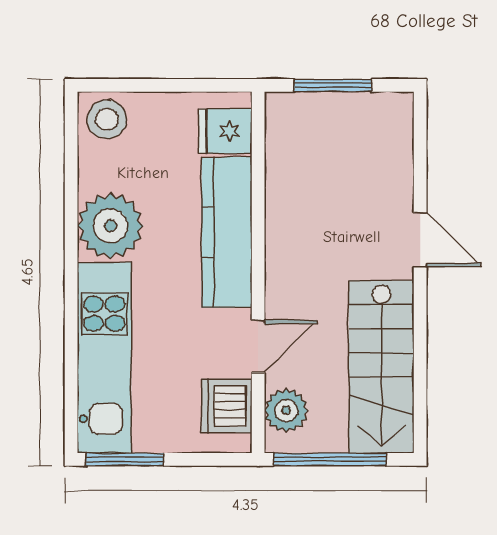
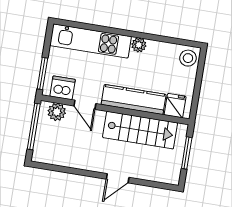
plant: (110, 226) -> (139, 45), width x0.53, depth x0.53
stairs: (381, 367) -> (140, 130), moved, turned 180
window: (125, 459) -> (42, 73), moved

